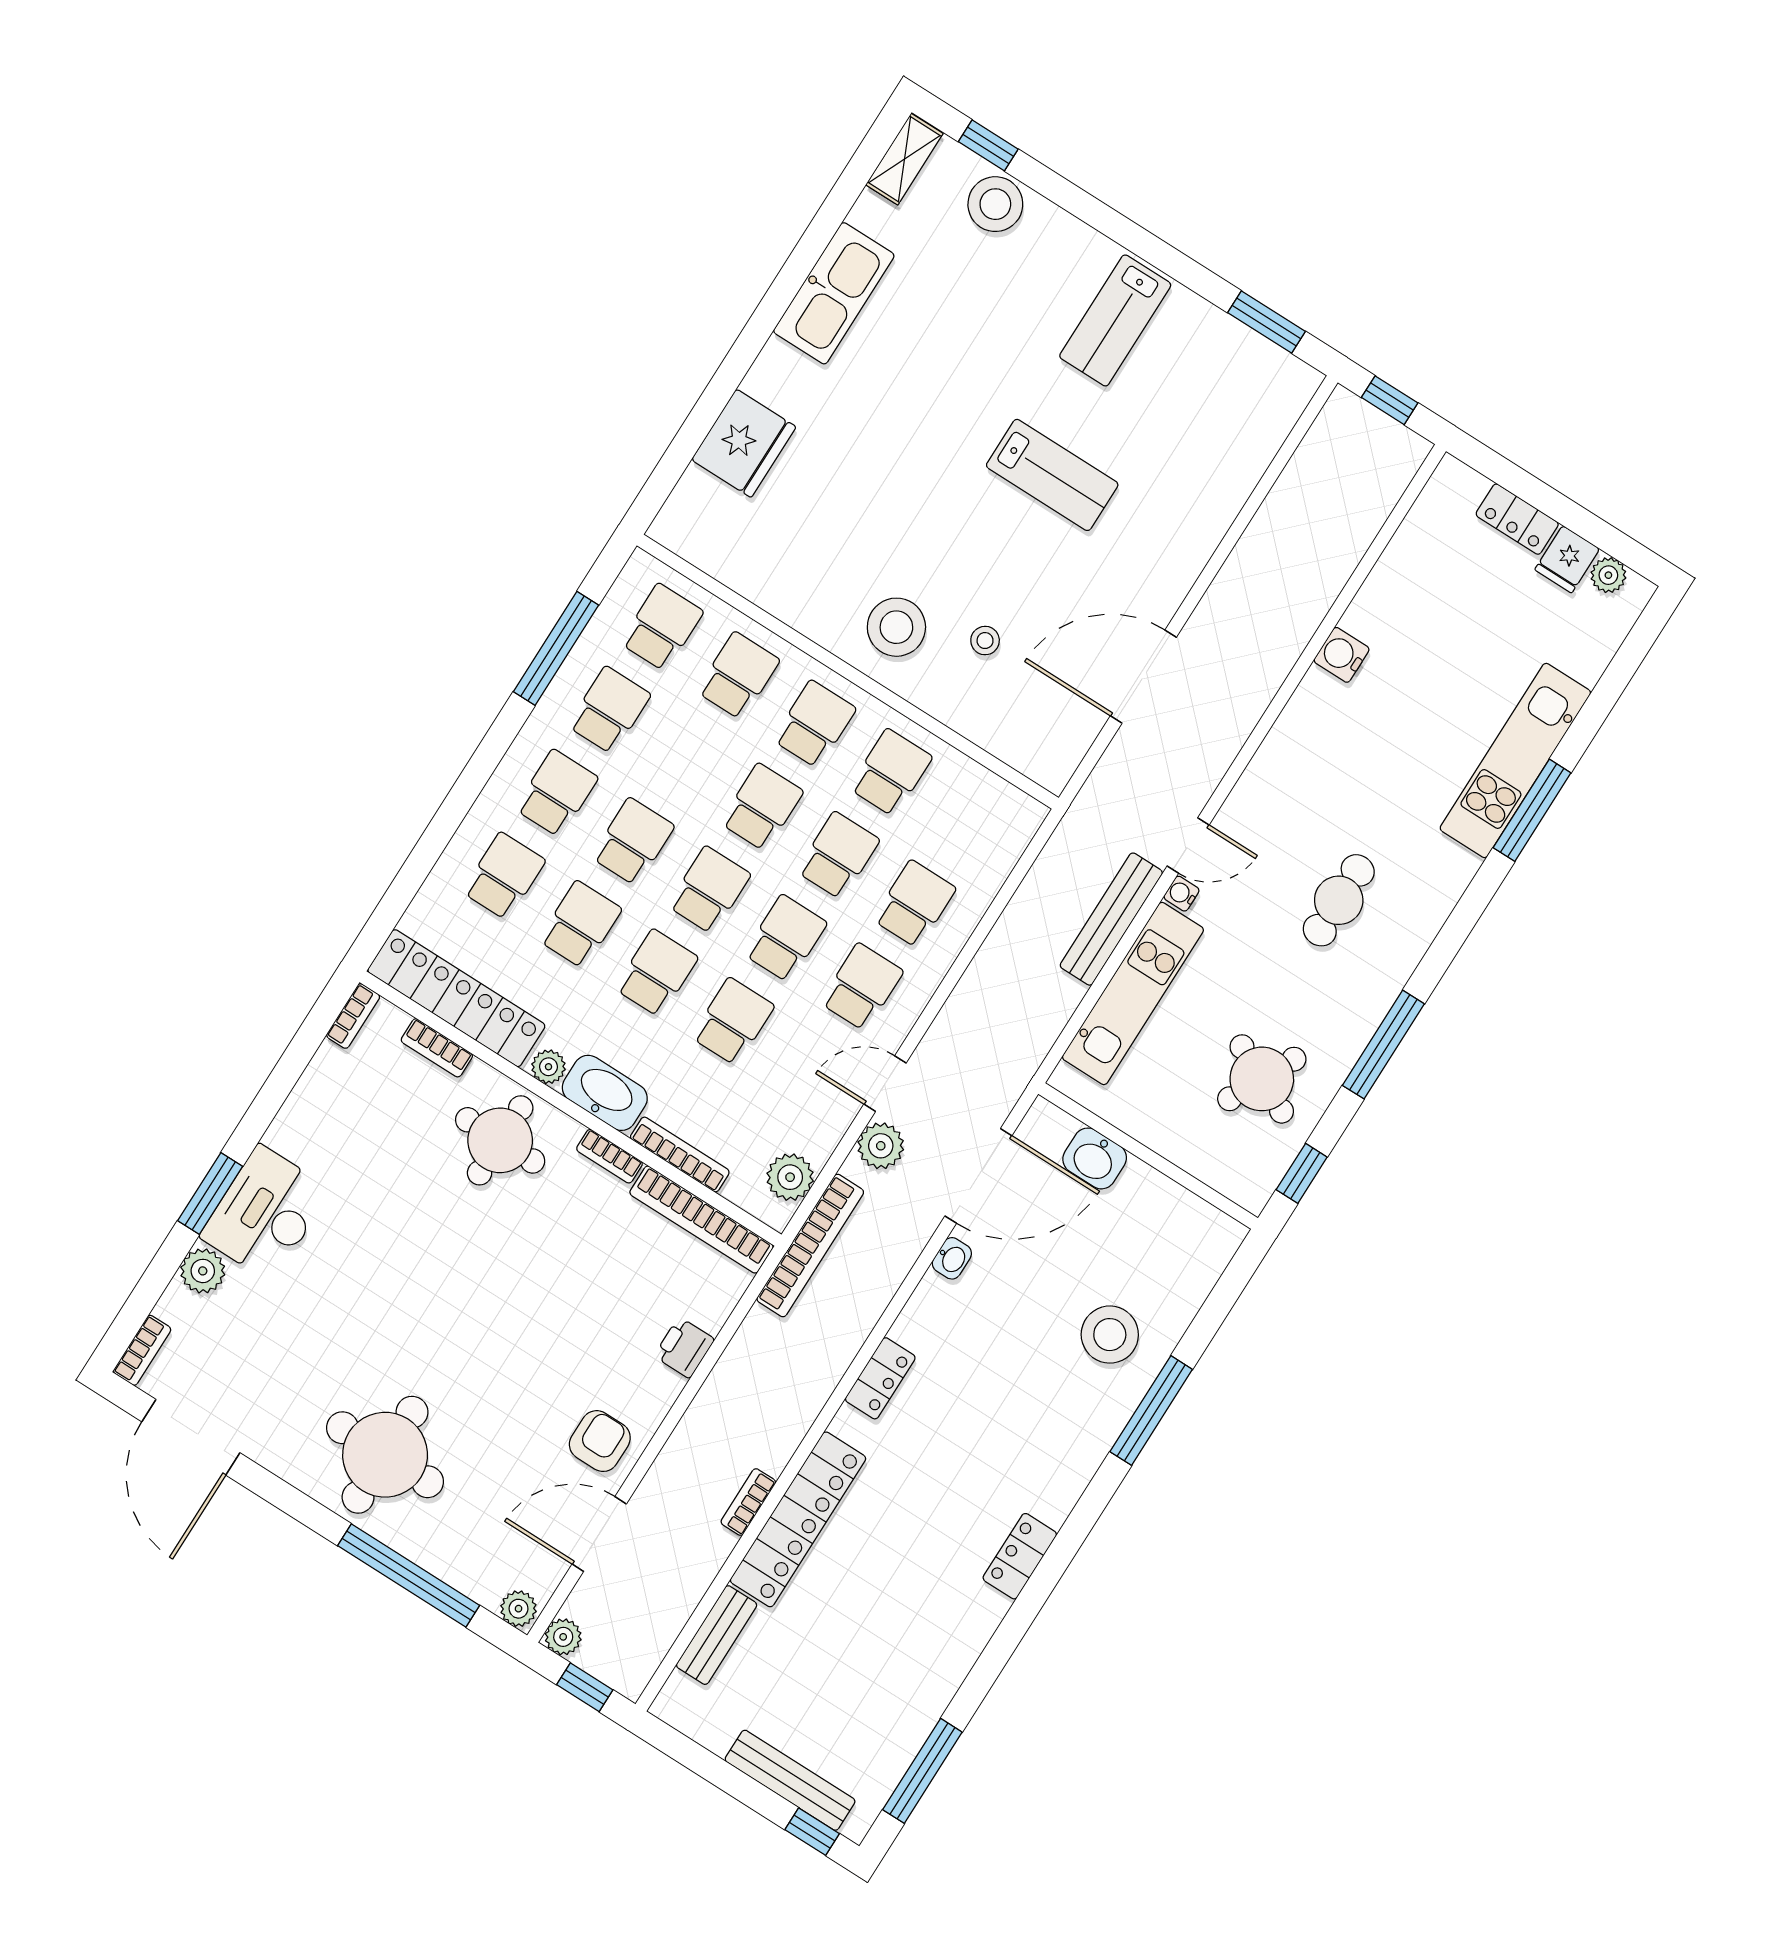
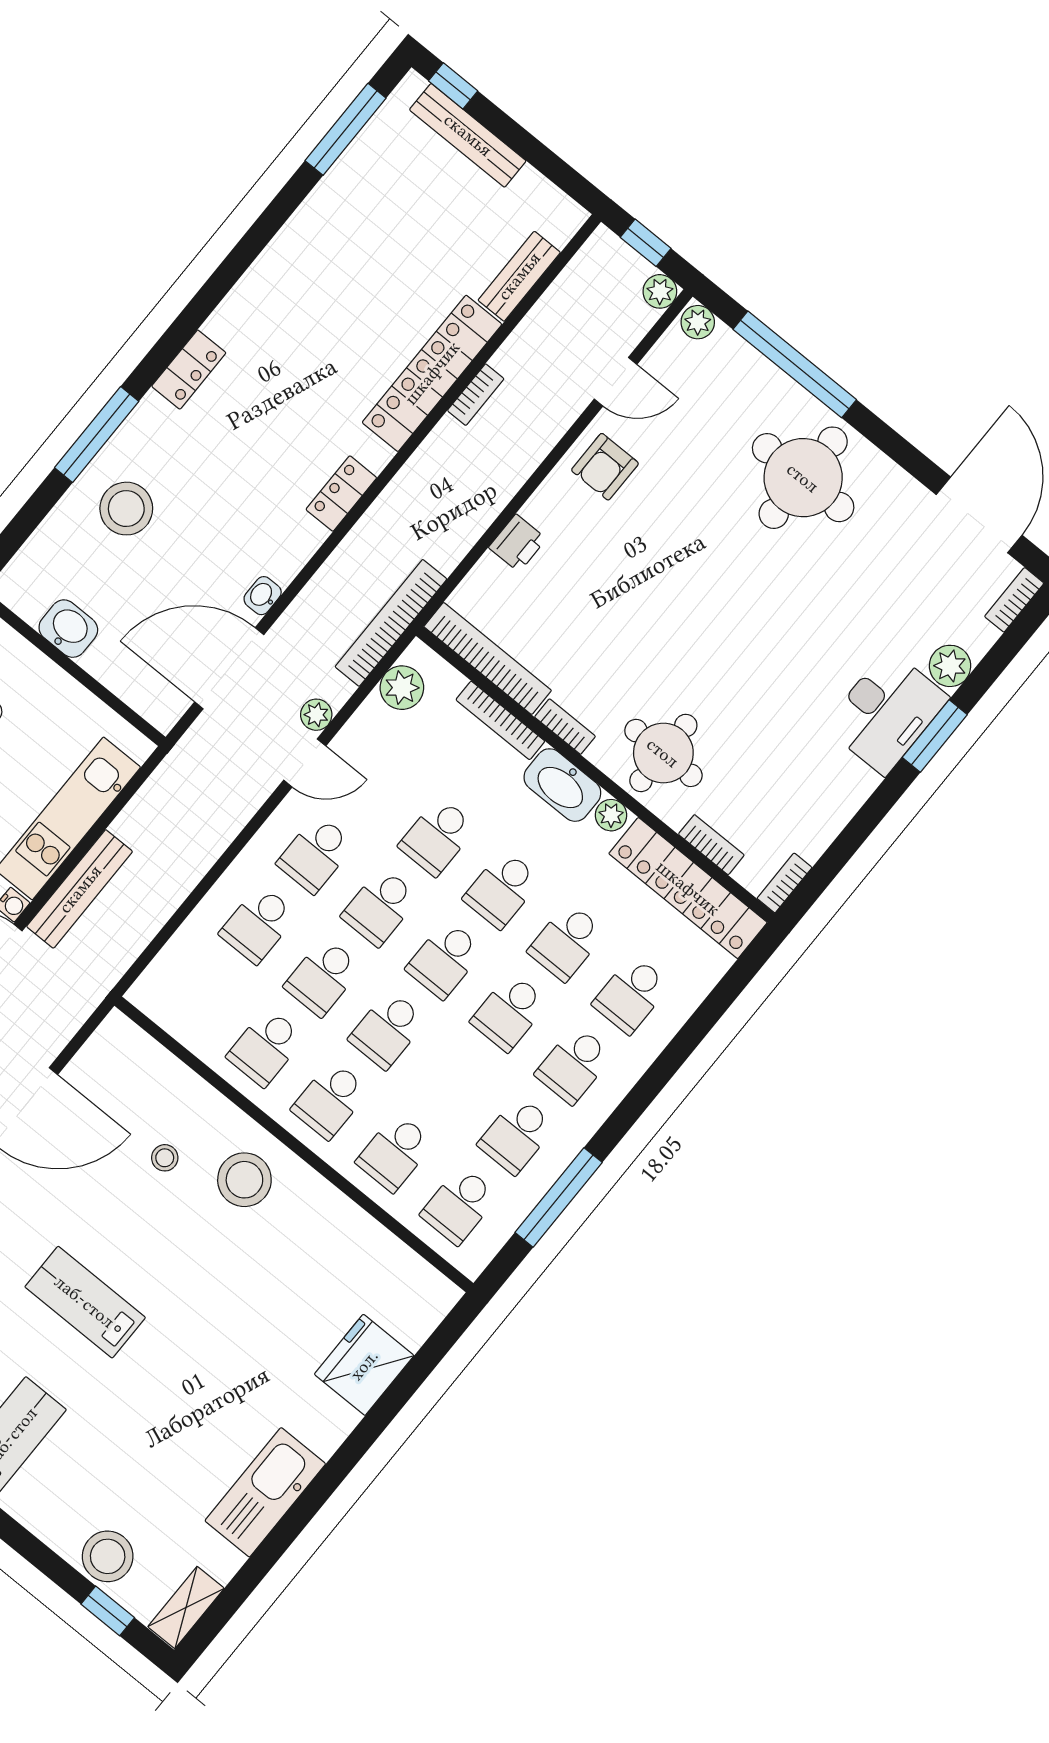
plant: (881, 1146) -> (316, 715), width x0.73, depth x0.73
washbasin: (1095, 1158) -> (68, 629), moved
door: (599, 1534) -> (616, 382), width x0.73
locker: (1020, 1556) -> (189, 370), moved

